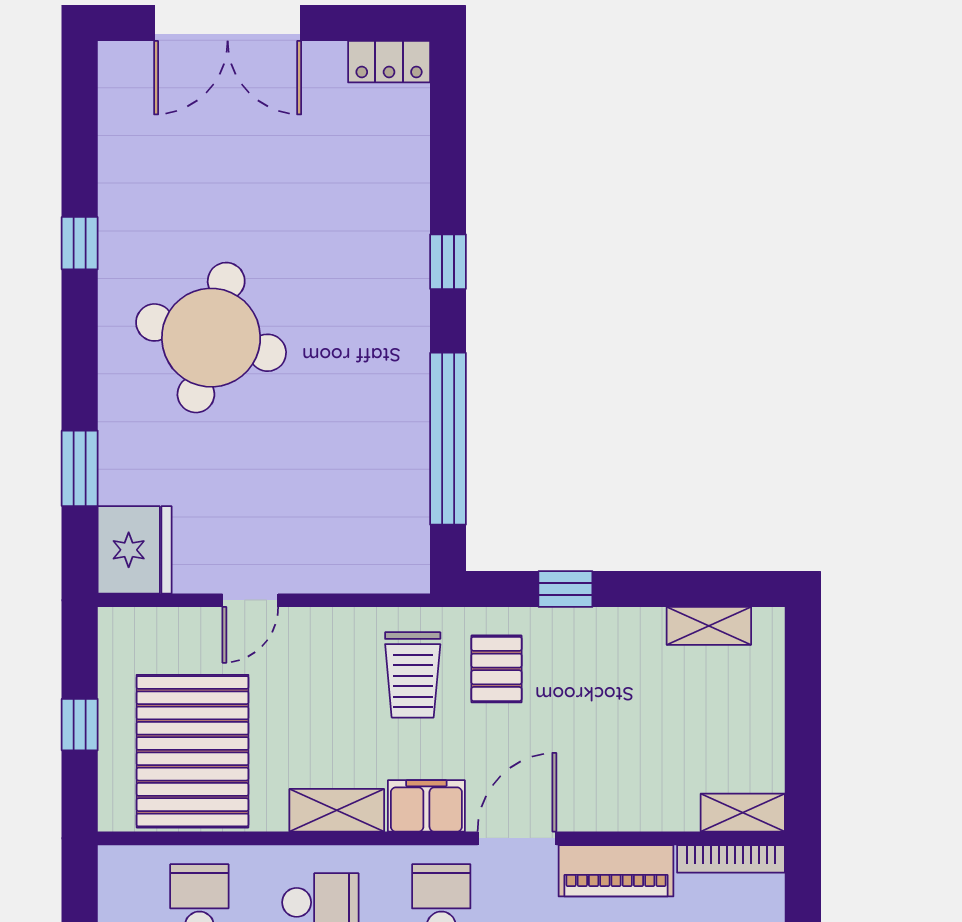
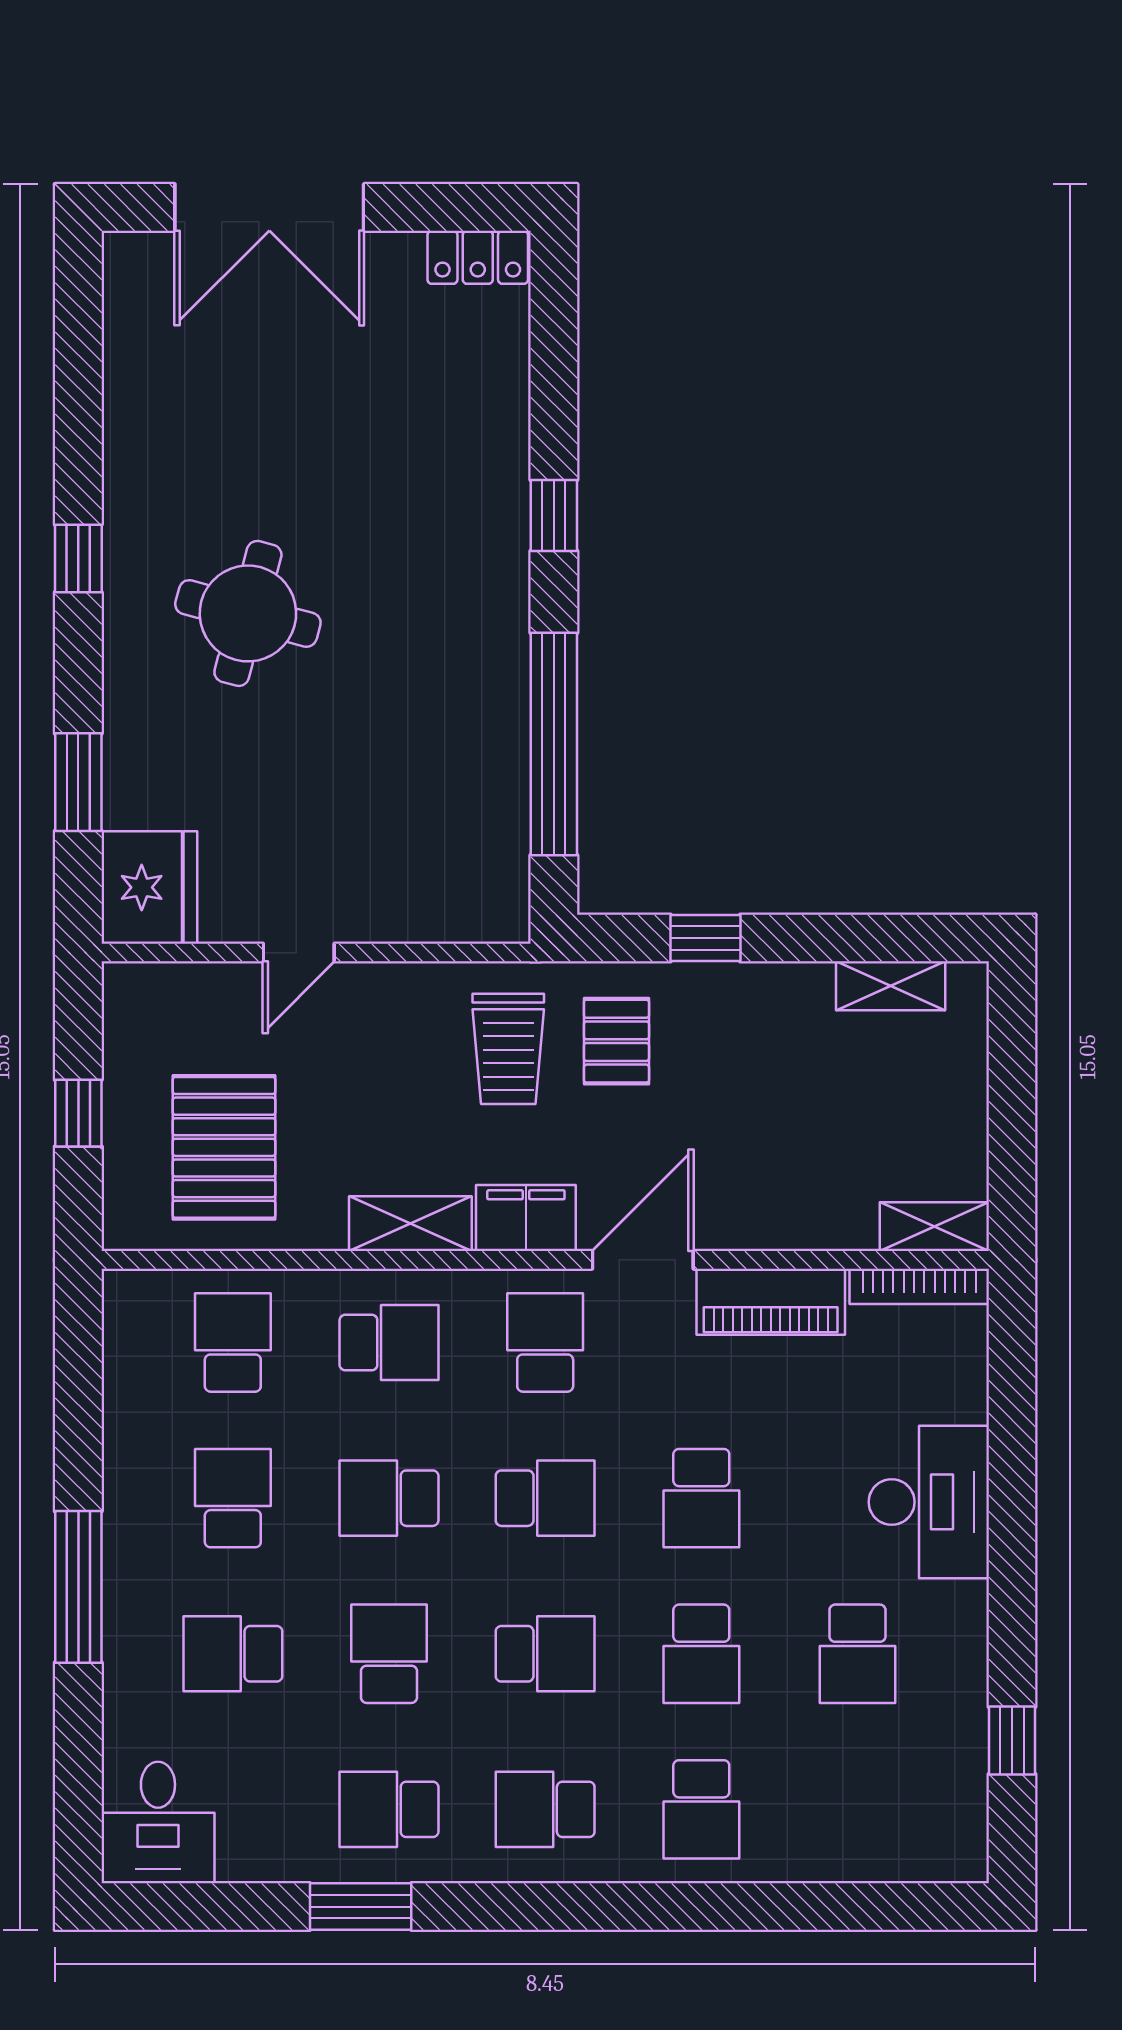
window: (80, 243) -> (78, 558), moved
round table: (211, 338) -> (248, 613), width x0.73, depth x0.73
pallet: (193, 751) -> (224, 1147), width x0.73, depth x0.71

